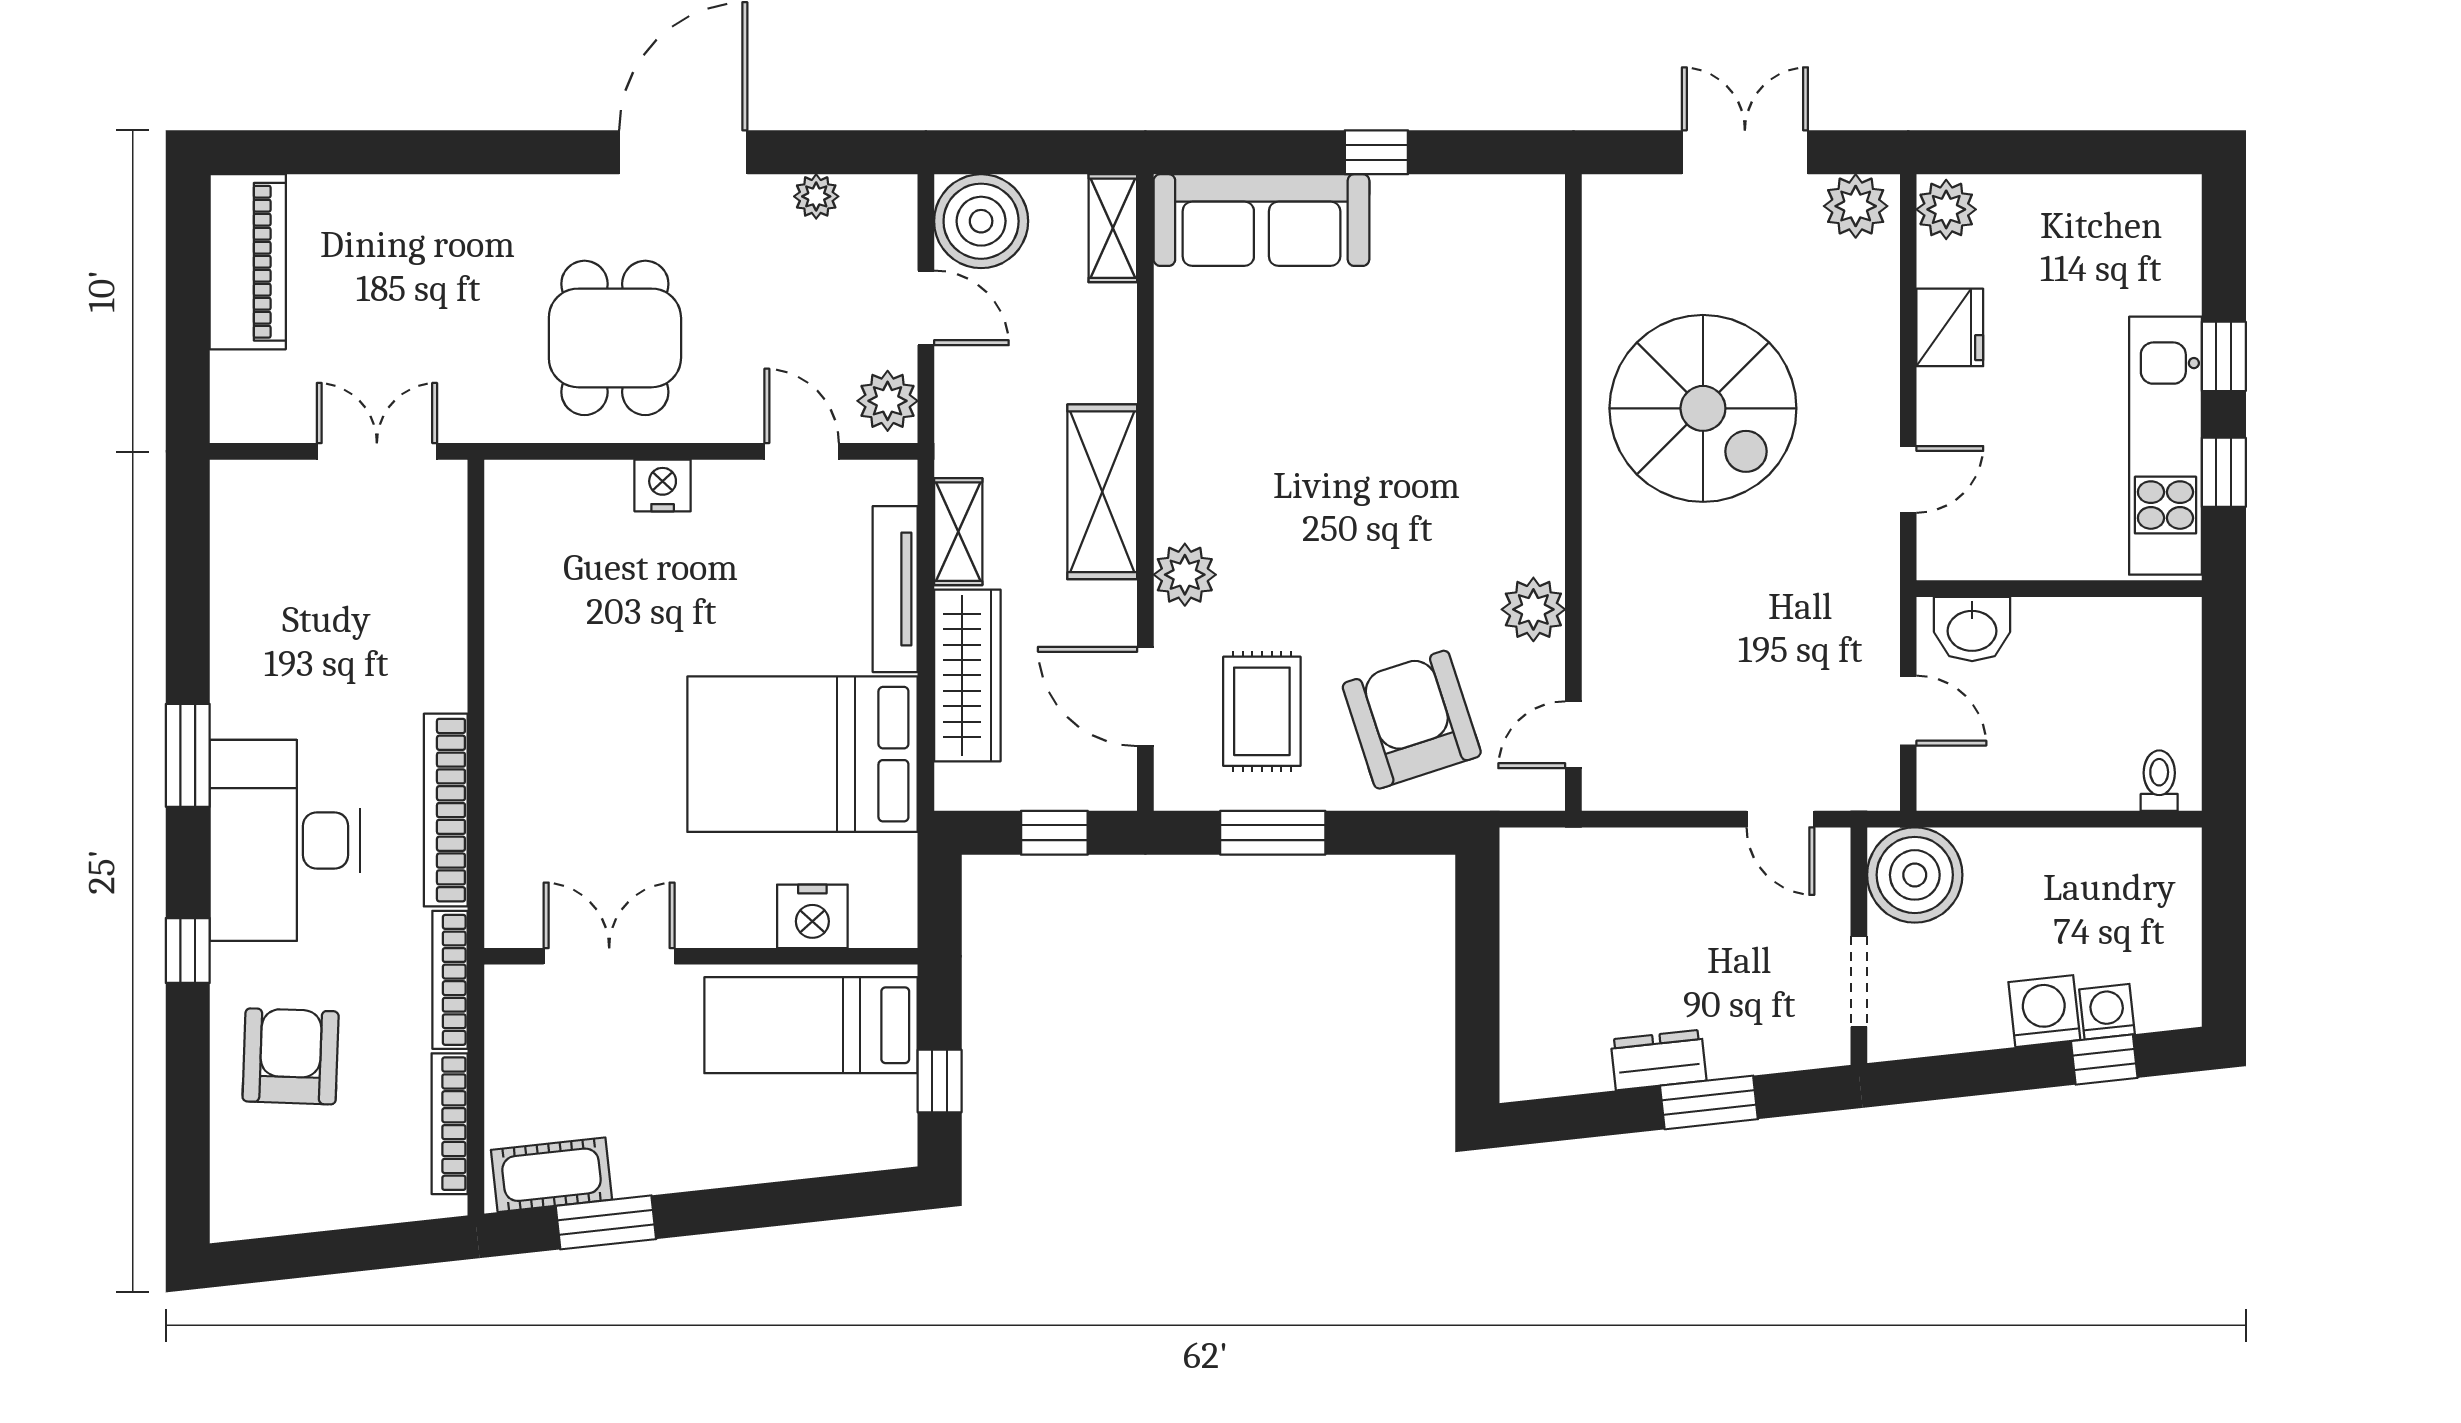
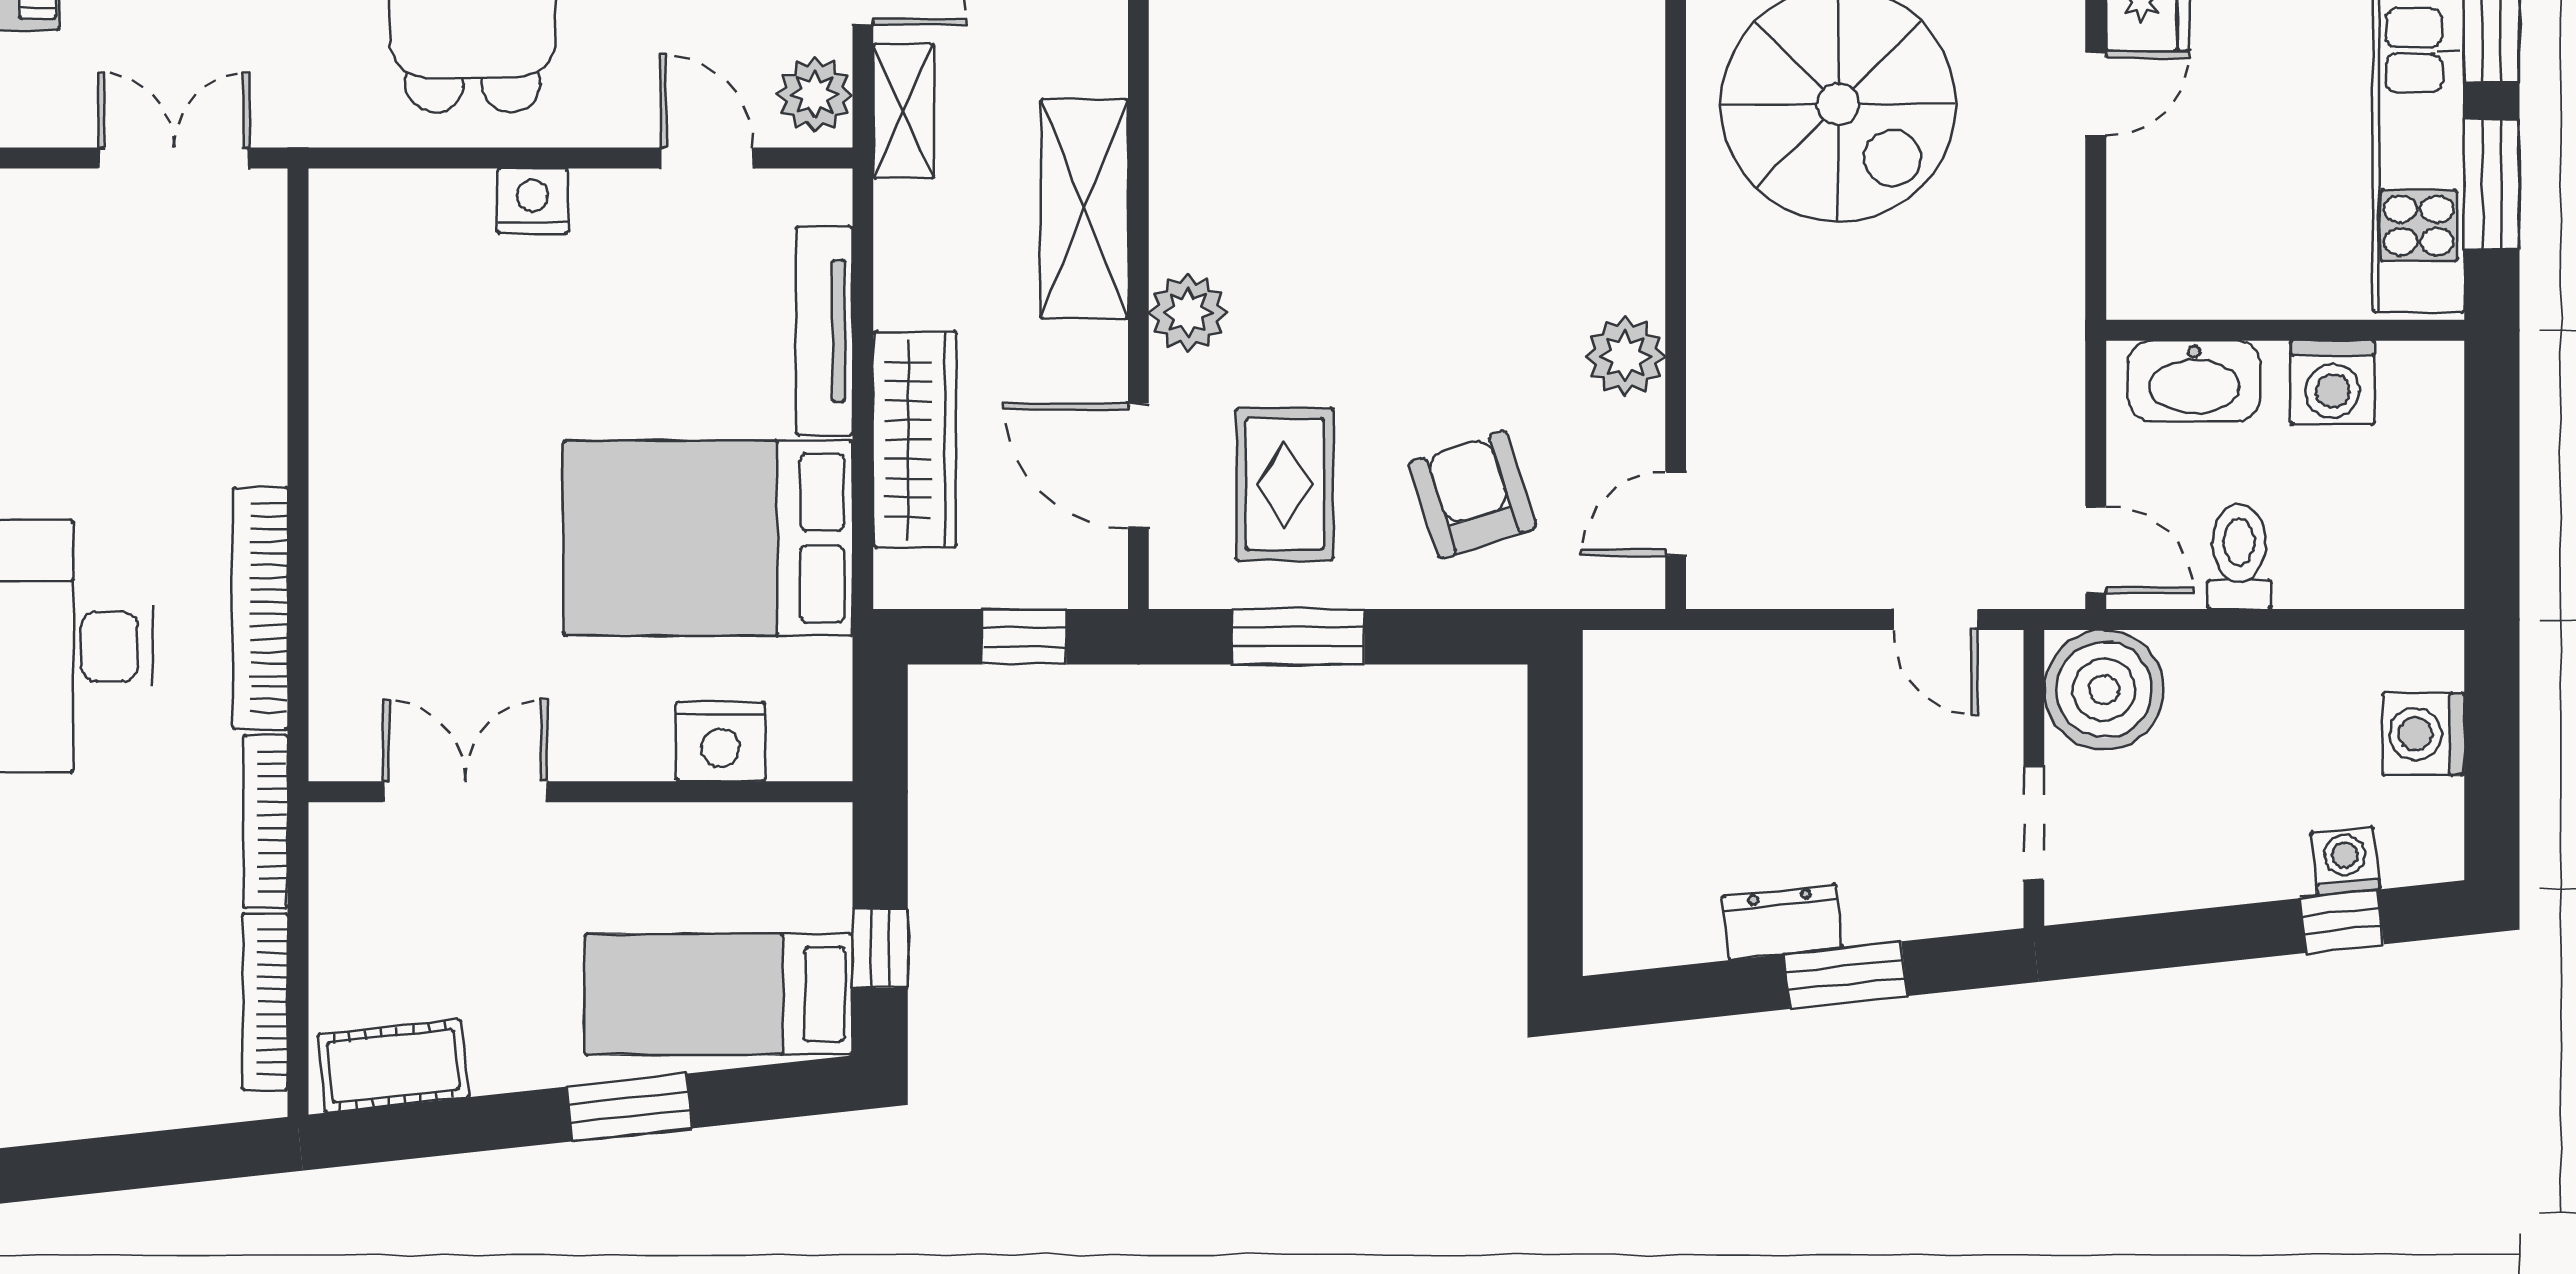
window: (2224, 472) -> (2492, 184), width x1.50
door: (1908, 479) -> (2096, 94), moved
shelving: (958, 532) -> (903, 111), moved
washbasin: (1972, 629) -> (2194, 381), width x1.38
washing machine: (2097, 630) -> (2333, 383), added
door: (1908, 711) -> (2096, 550), moved
armchair: (1412, 720) -> (1473, 495), width x0.73, depth x0.73
toilet: (2159, 781) -> (2239, 557), moved, width x1.37, depth x1.39
washing machine: (2044, 1011) -> (2423, 734), moved, turned -84
bed: (811, 1025) -> (719, 994), moved
armchair: (291, 1056) -> (65, 917), removed
window: (606, 1222) -> (629, 1107), moved

